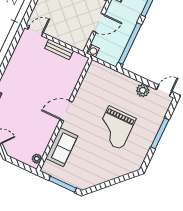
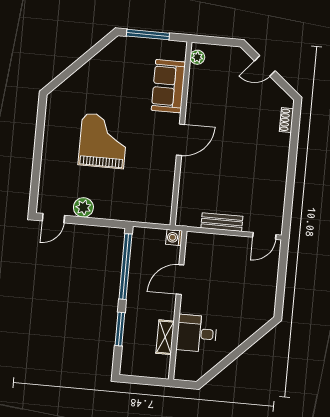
window: (160, 133) -> (37, 156), removed

